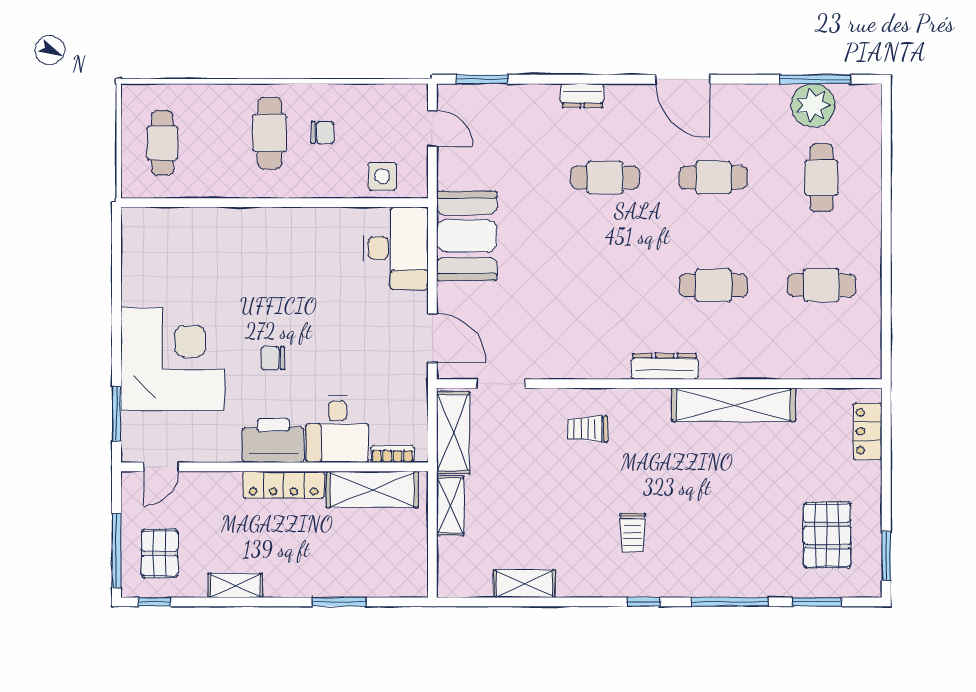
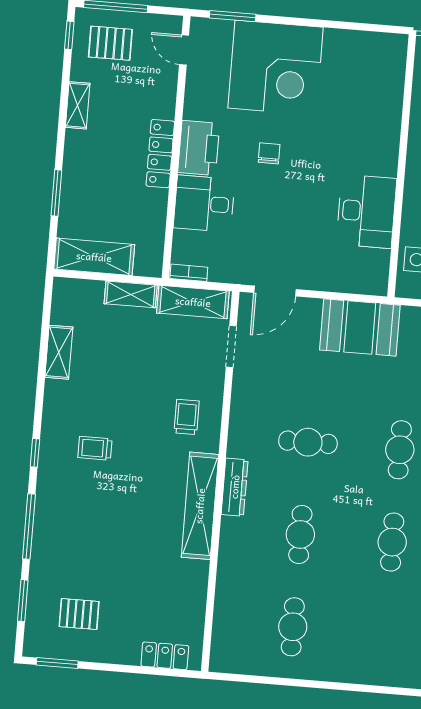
cafe table: (822, 178) -> (308, 442), moved
desk: (396, 248) -> (366, 211), moved, turned -90
shelving: (733, 405) -> (200, 506), moved
bookcase: (392, 454) -> (189, 273), moved, turned -90
shelving: (372, 490) -> (94, 257), moved, turned 90
pallet: (827, 535) -> (79, 614), width x0.67, depth x0.71

